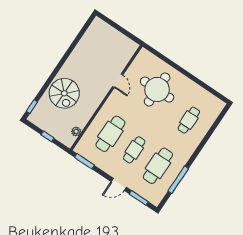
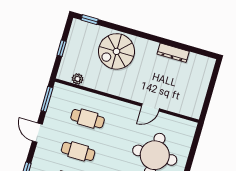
dresser: (80, 48) -> (173, 53), added
cafe table: (110, 134) -> (88, 119), width x0.73, depth x0.74
door: (119, 184) -> (37, 133), moved

